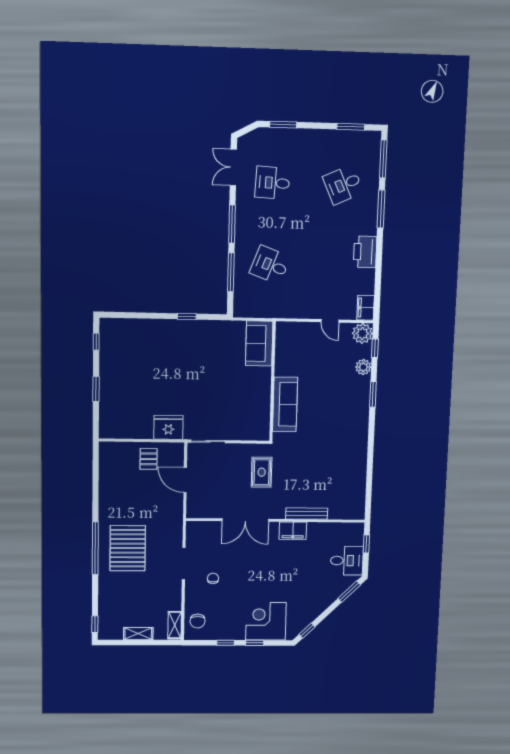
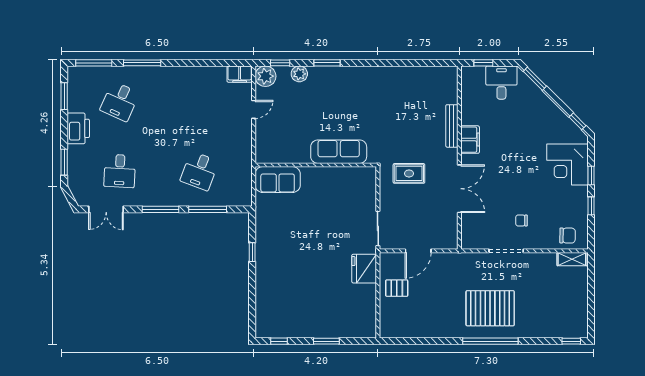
desk: (343, 185) -> (120, 101), turned 48
printer: (365, 252) -> (78, 128), moved, turned -90
shelving: (138, 634) -> (581, 297), removed

